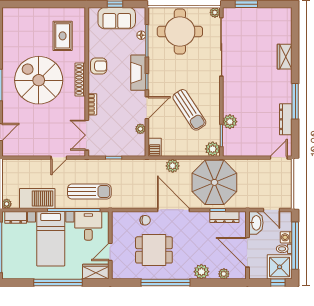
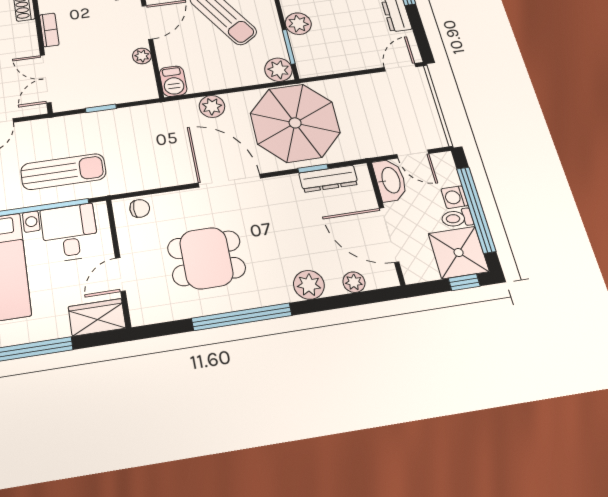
chair: (145, 220) -> (140, 208), moved

